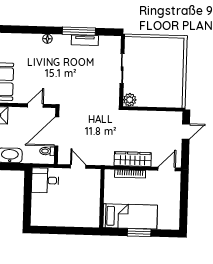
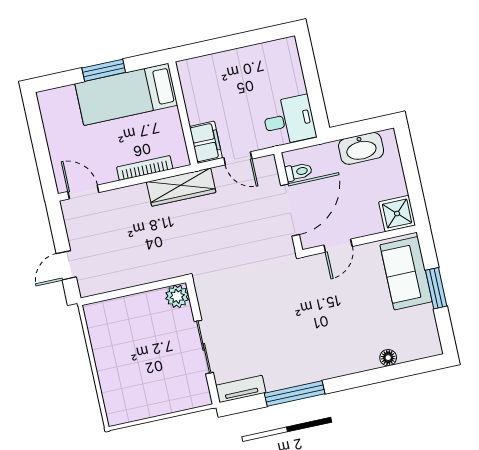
floor lamp: (47, 39) -> (388, 358), moved
tv unit: (85, 40) -> (241, 389), moved
wardrobe: (133, 159) -> (181, 187), moved
door: (167, 169) -> (83, 192), swing flipped
filing cabinet: (93, 180) -> (206, 142), added

